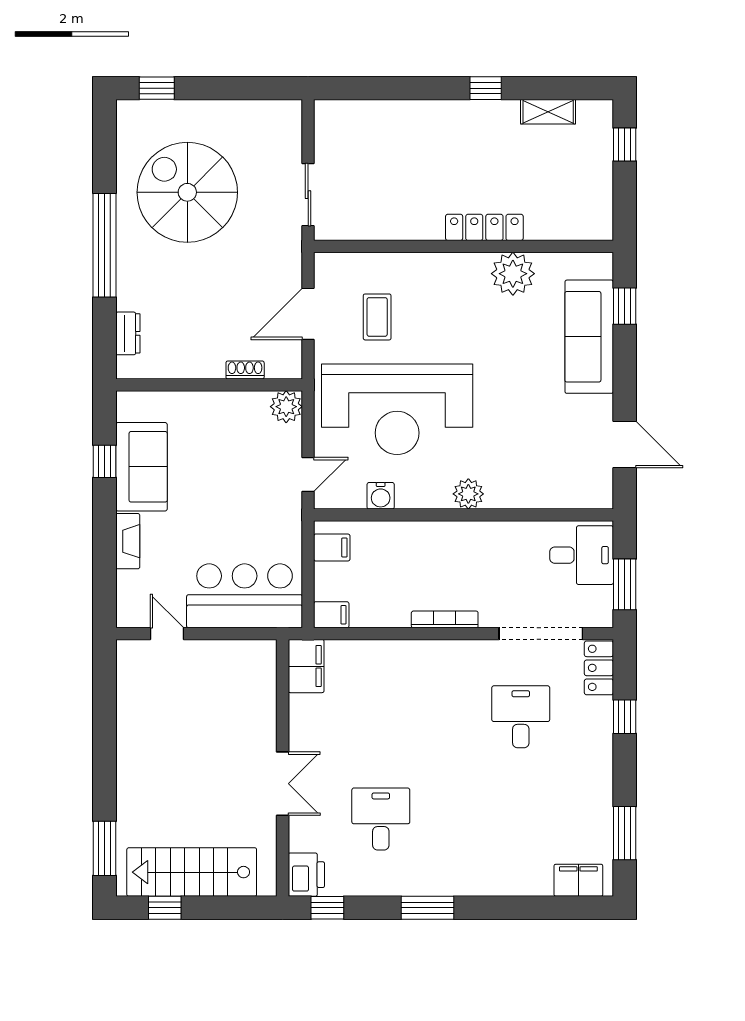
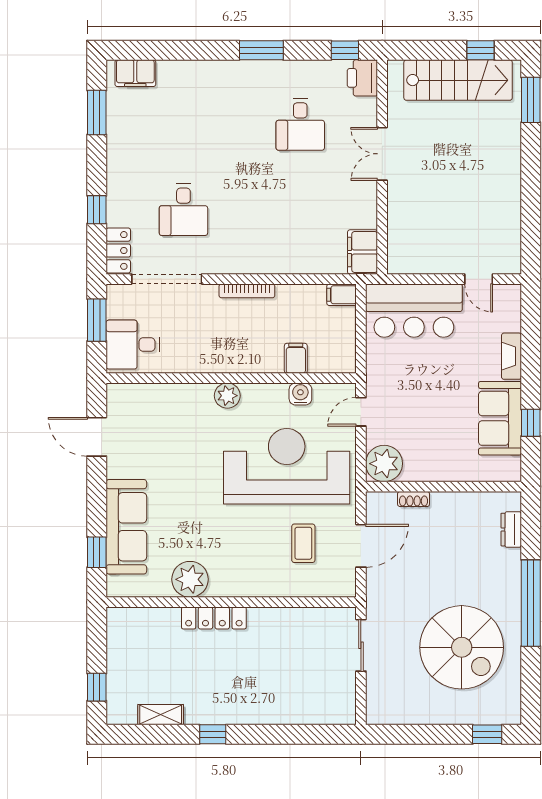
plant: (286, 407) -> (384, 464), width x1.36, depth x1.36
filing cabinet: (332, 548) -> (296, 358), moved, turned 90

